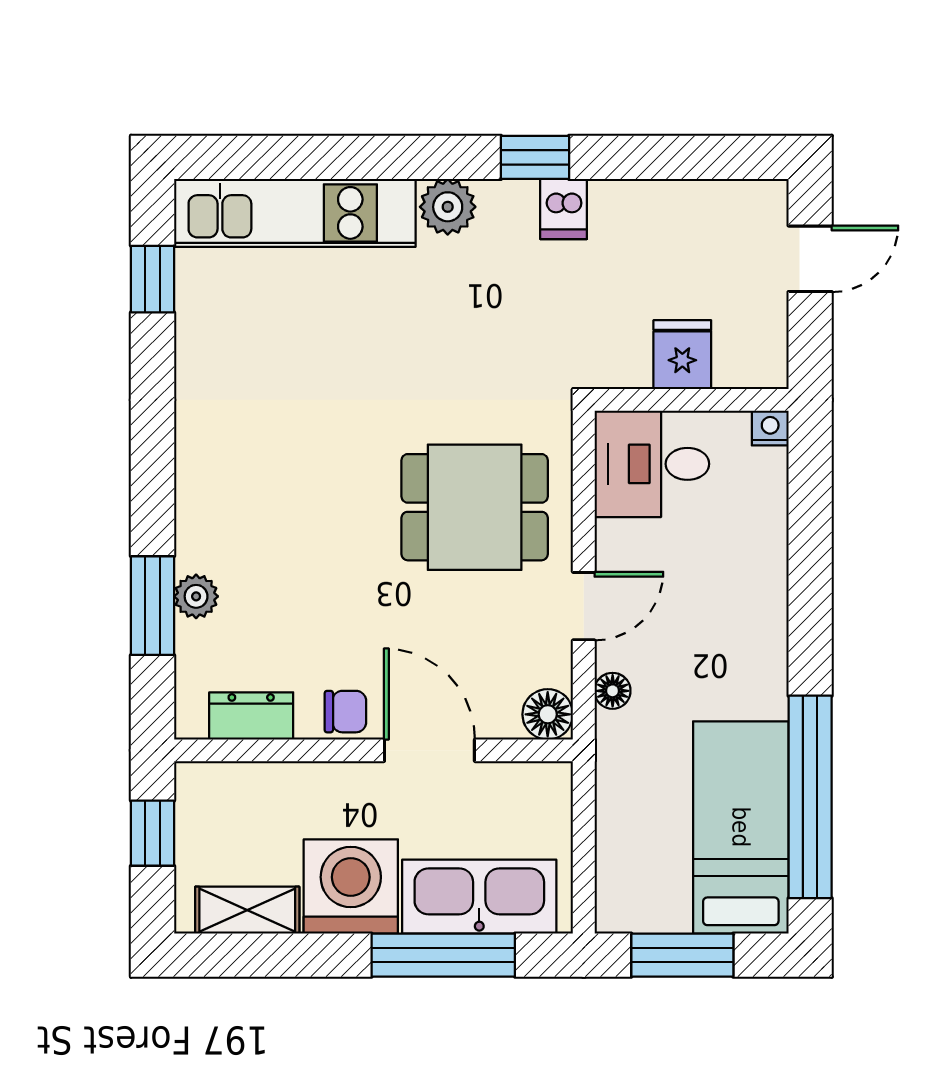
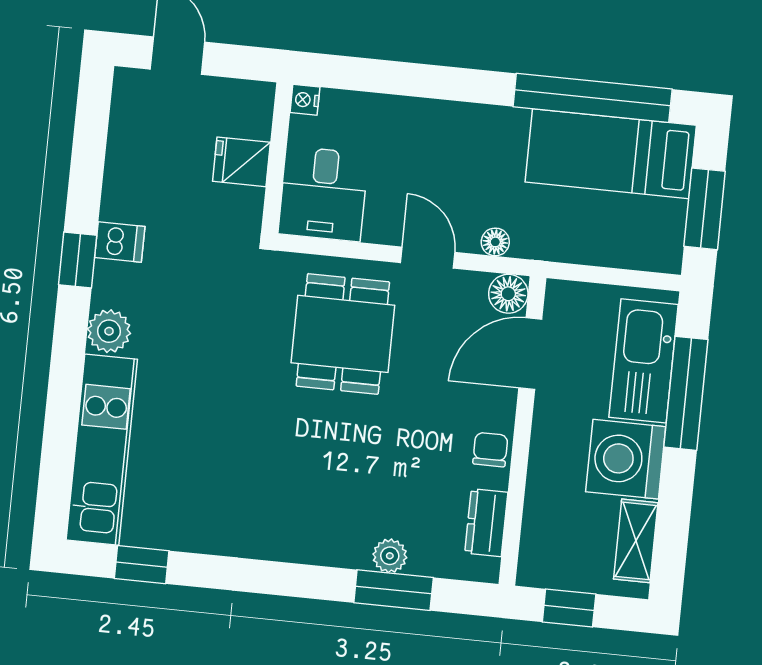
door: (429, 750) -> (530, 354), moved

